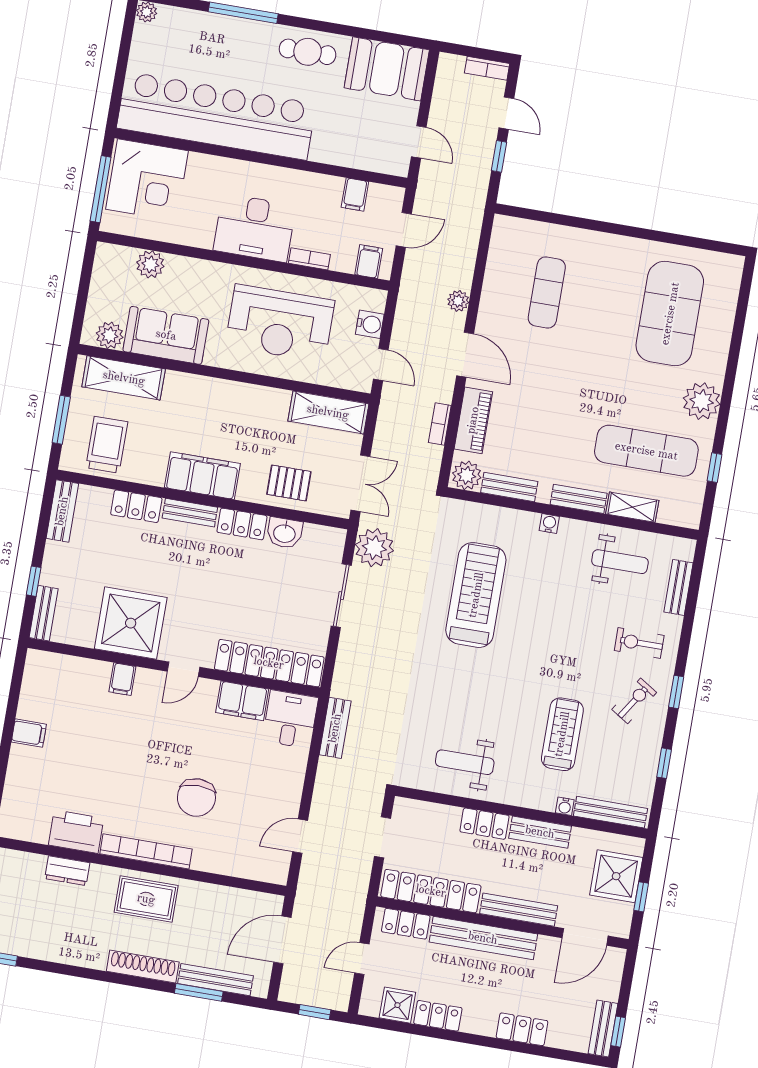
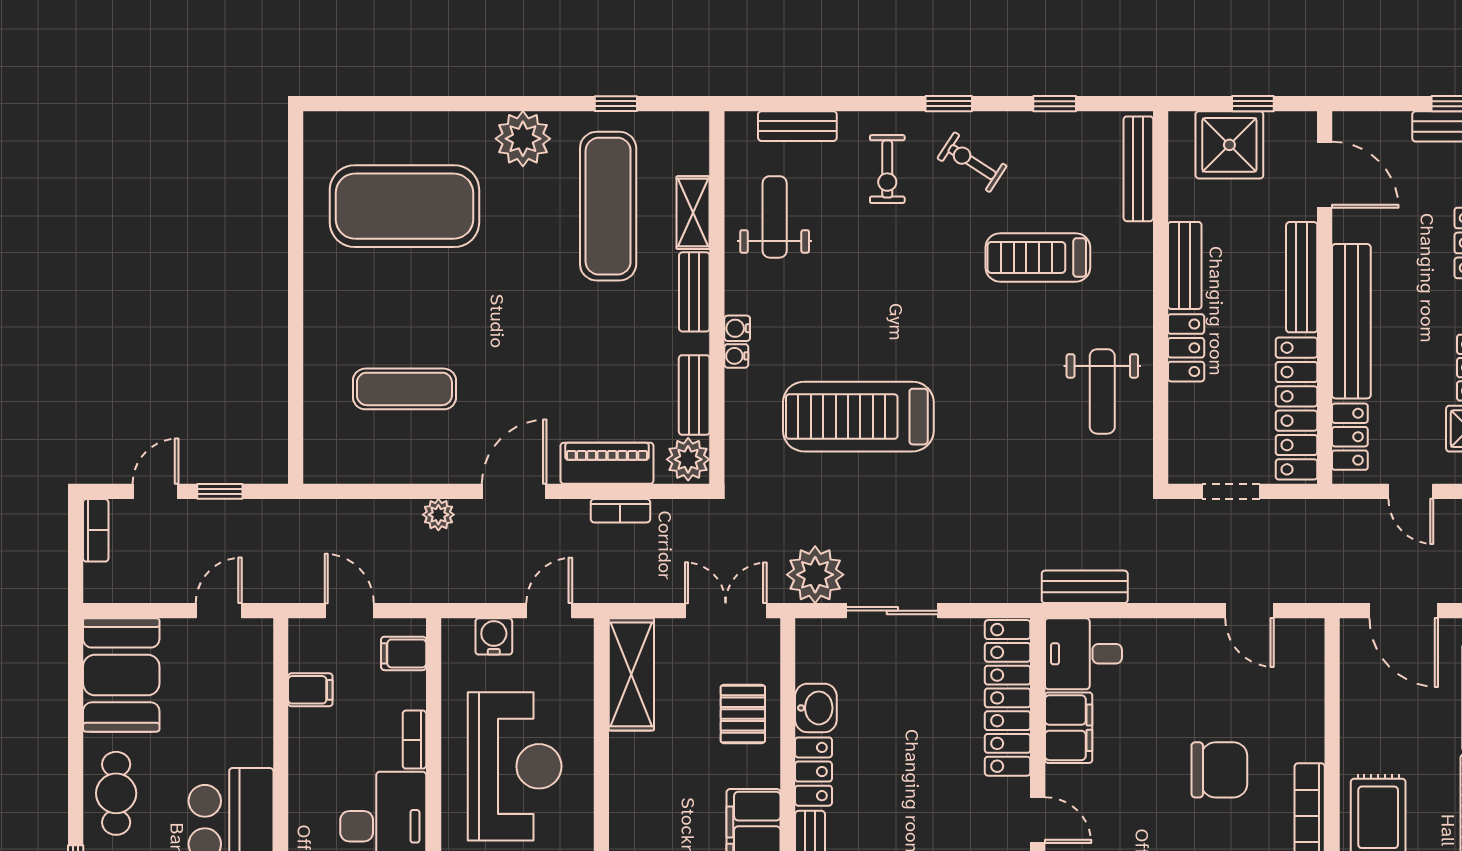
water cooler: (565, 806) -> (736, 356), moved, turned 180

